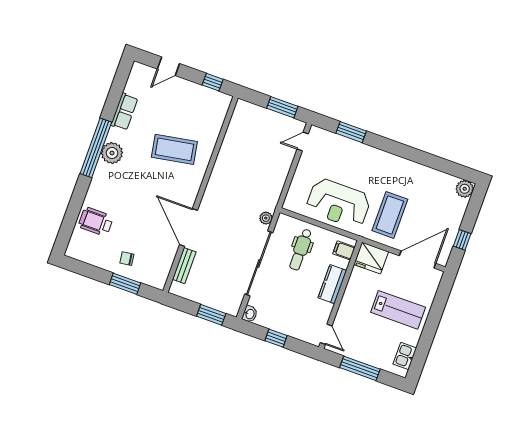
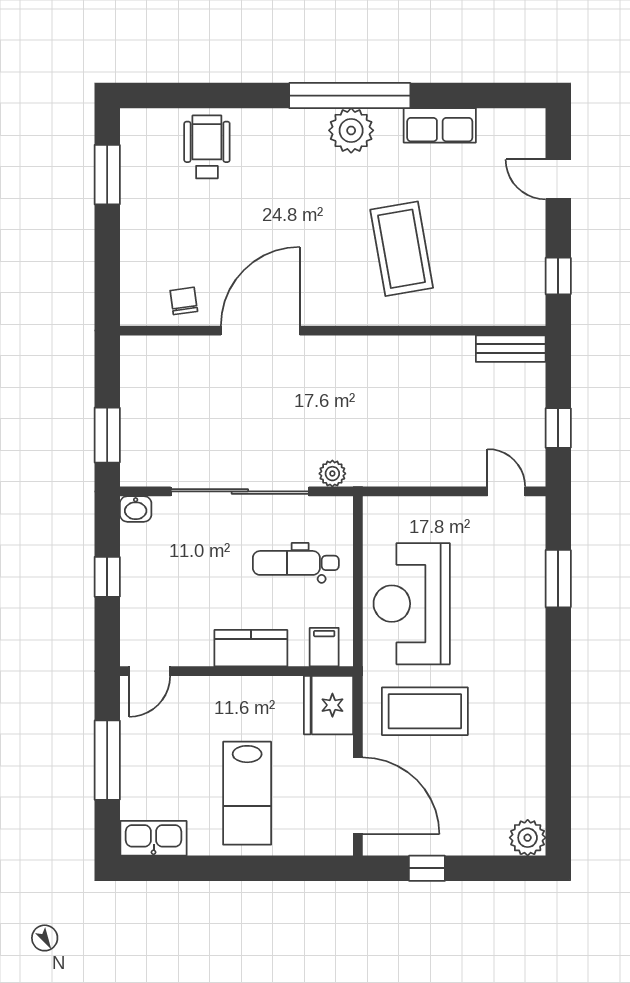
window: (282, 107) -> (558, 428), width x0.67
chair: (127, 259) -> (184, 301), moved
bench: (184, 266) -> (511, 349), moved
window: (125, 284) -> (107, 175), moved
kitchen sink: (405, 356) -> (154, 838), width x1.38

